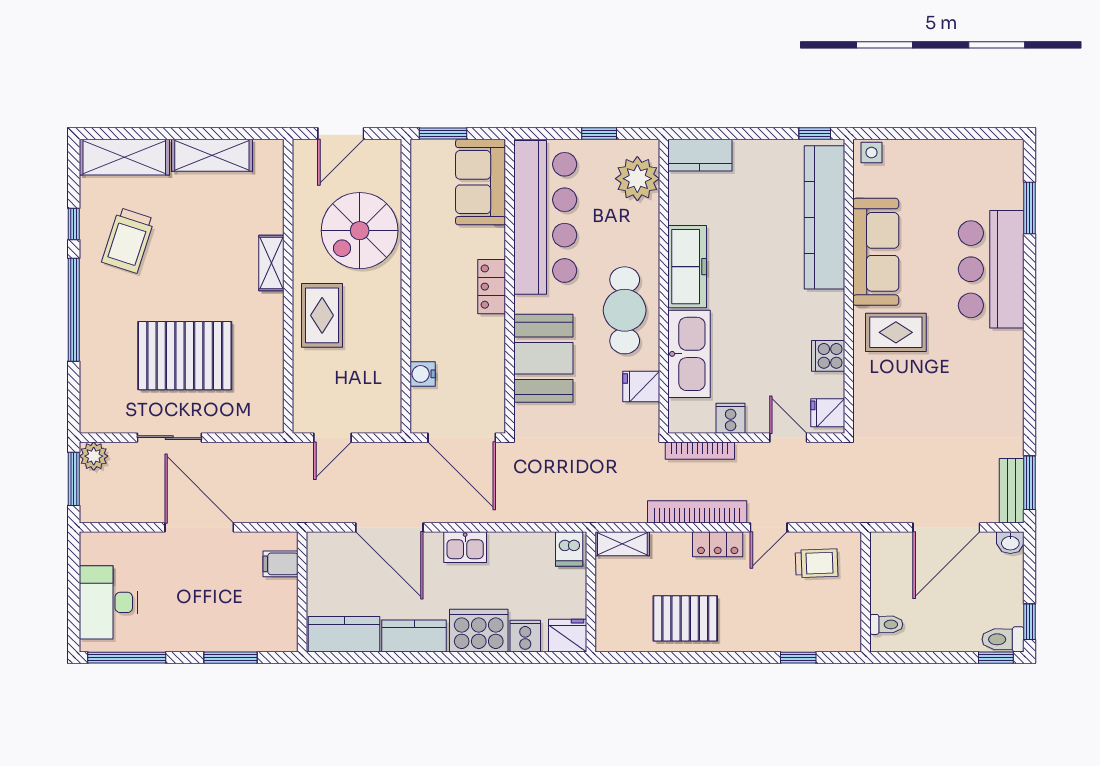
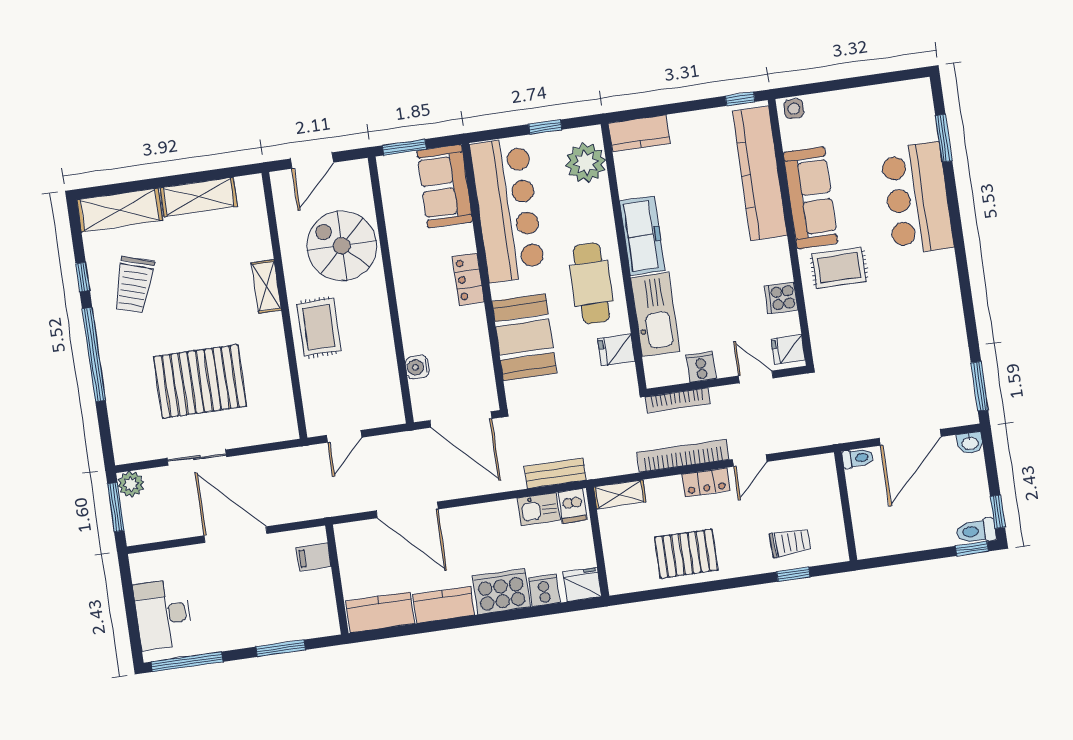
spiral stairs: (360, 231) -> (342, 246), turned 90
bench: (1012, 491) -> (555, 473), moved, turned 90
kitchen sink: (465, 547) -> (539, 509), moved
trolley: (817, 563) -> (790, 543), moved
toilet: (886, 624) -> (858, 458), moved

